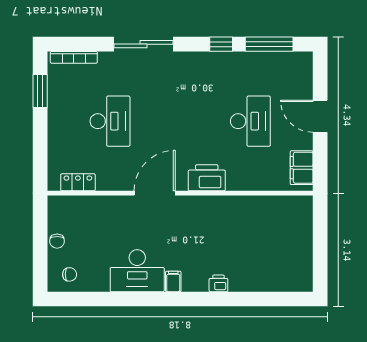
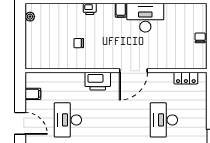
filing cabinet: (302, 168) -> (33, 94), width x0.50
plant: (306, 272) -> (30, 17), added
chair: (70, 274) -> (79, 43), moved

